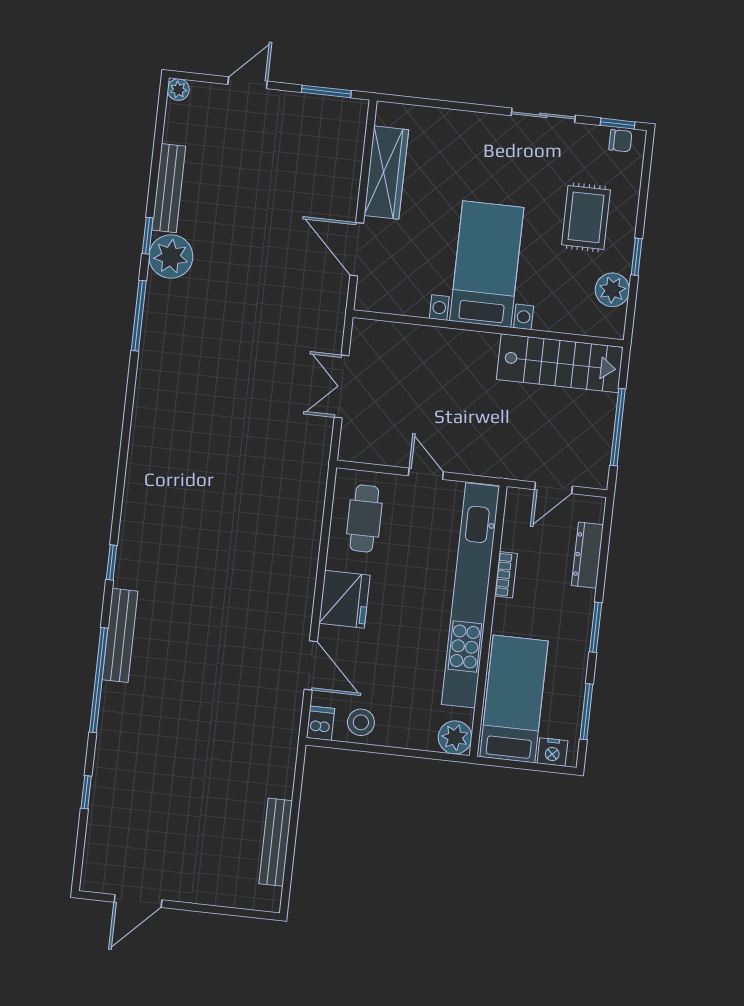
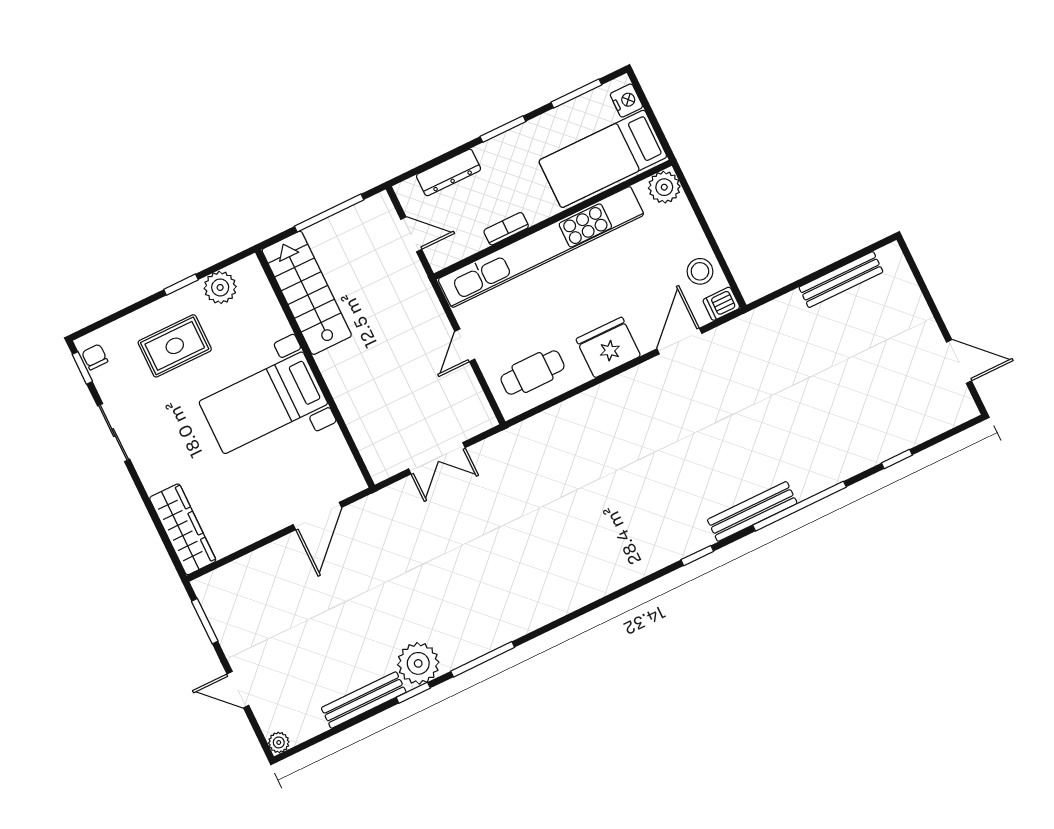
wardrobe: (386, 173) -> (183, 529), moved, turned 90

